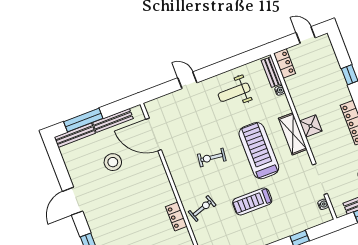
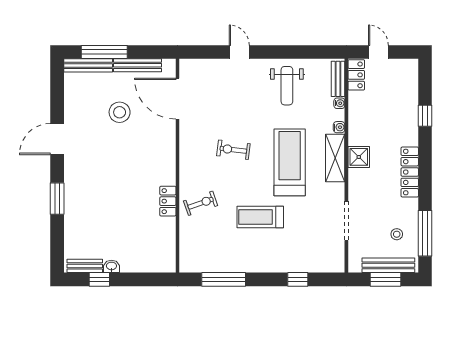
door: (306, 35) -> (378, 52), moved
weight bench: (234, 92) -> (287, 86), turned -90
water cooler: (323, 204) -> (339, 127), moved

